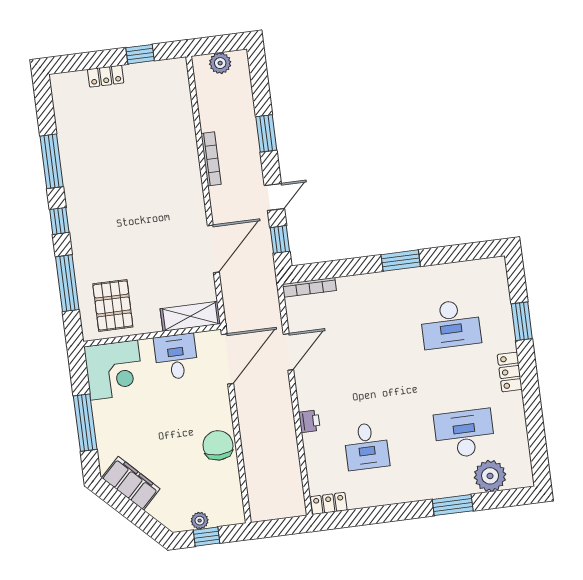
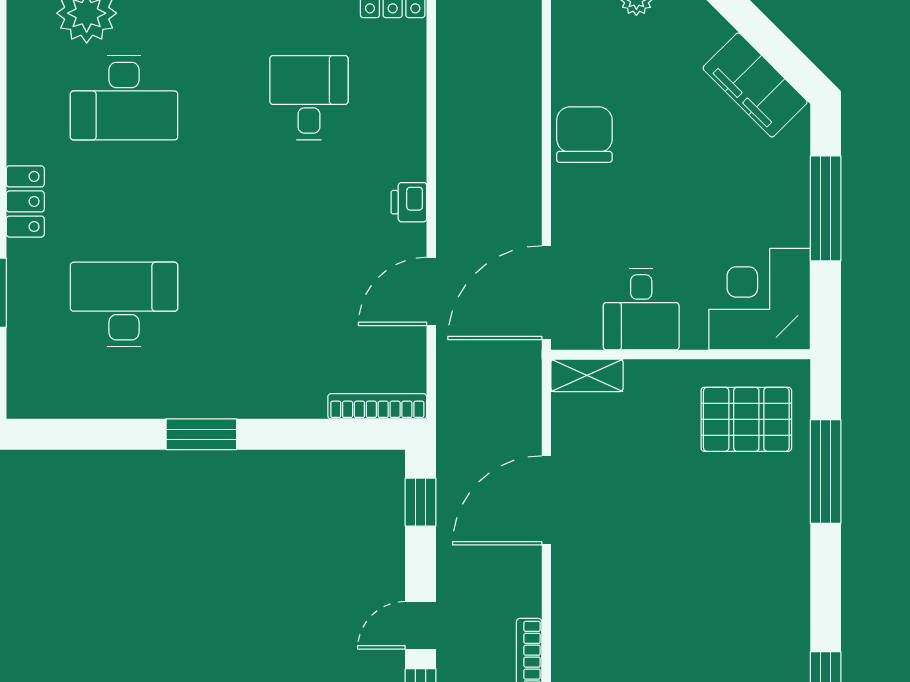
door: (274, 197) -> (421, 625), moved
window: (59, 221) -> (826, 589), removed
pallet: (113, 305) -> (746, 419), turned 90
shelving: (190, 316) -> (587, 375), width x0.67, depth x0.75
printer: (309, 421) -> (409, 202), moved
chair: (218, 445) -> (584, 135), turned 180

